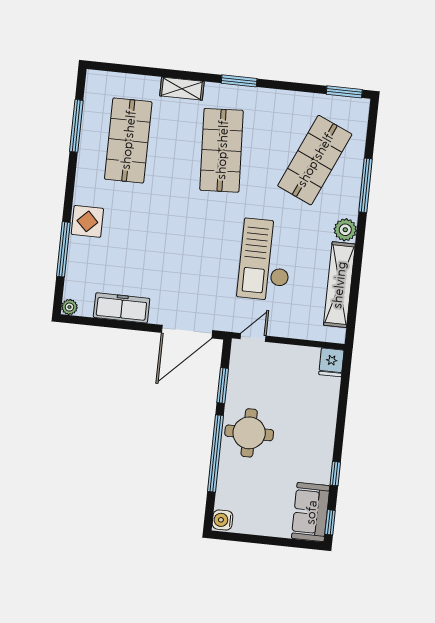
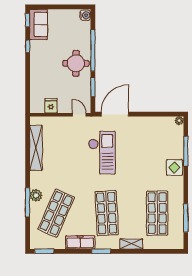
plant: (345, 230) -> (36, 195), moved
checkout: (265, 260) -> (102, 153), moved
freezer: (122, 308) -> (80, 242), moved, turned 180
door: (253, 337) -> (79, 115), swing flipped
fridge: (331, 362) -> (51, 106), moved

